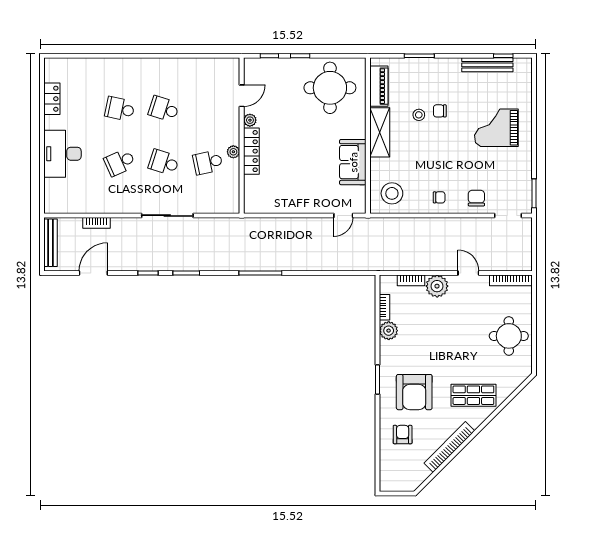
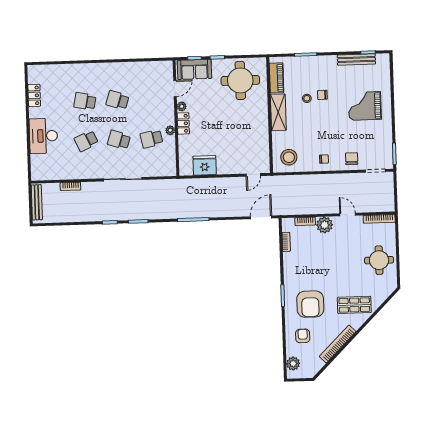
locker: (251, 151) -> (183, 123), width x0.66
sofa: (353, 162) -> (194, 69), moved, turned -90
fridge: (278, 201) -> (205, 165), added
door: (93, 273) -> (261, 217), moved
plant: (389, 331) -> (293, 364), moved

